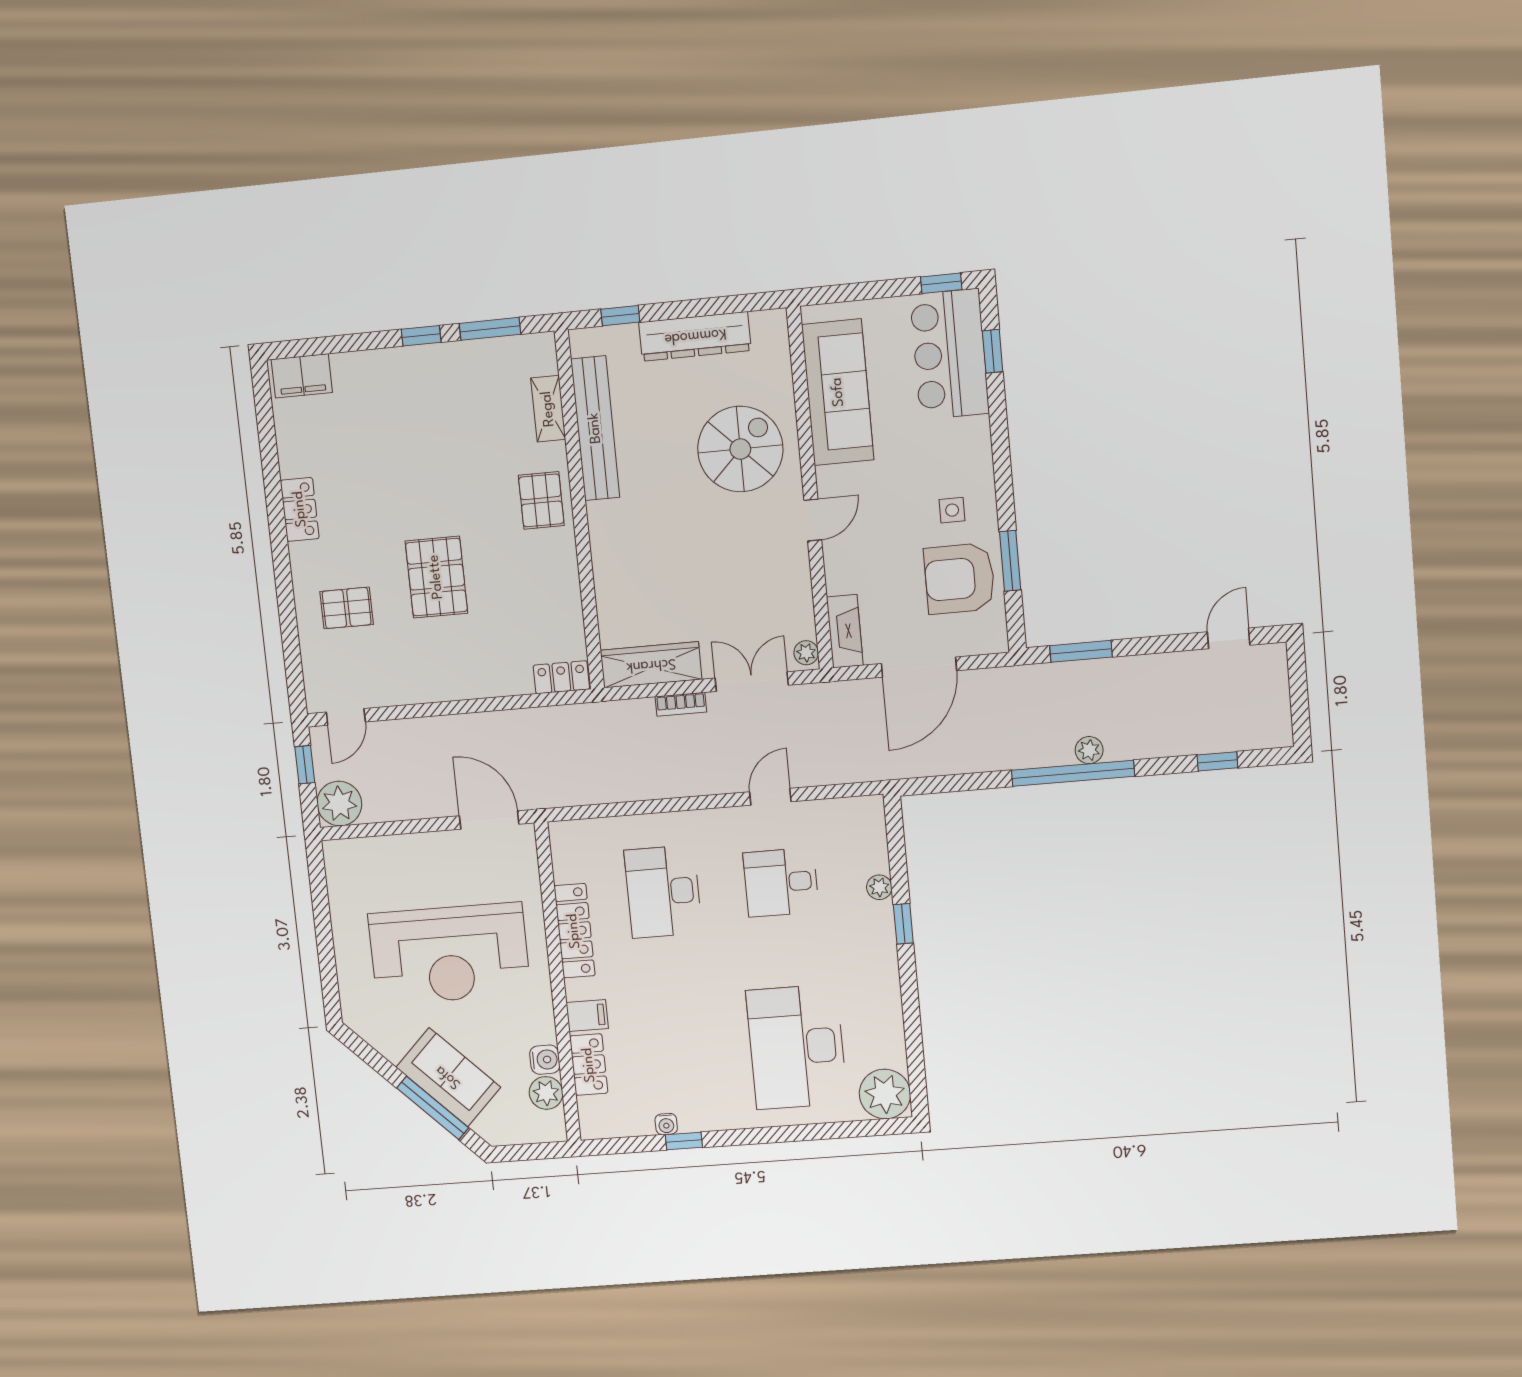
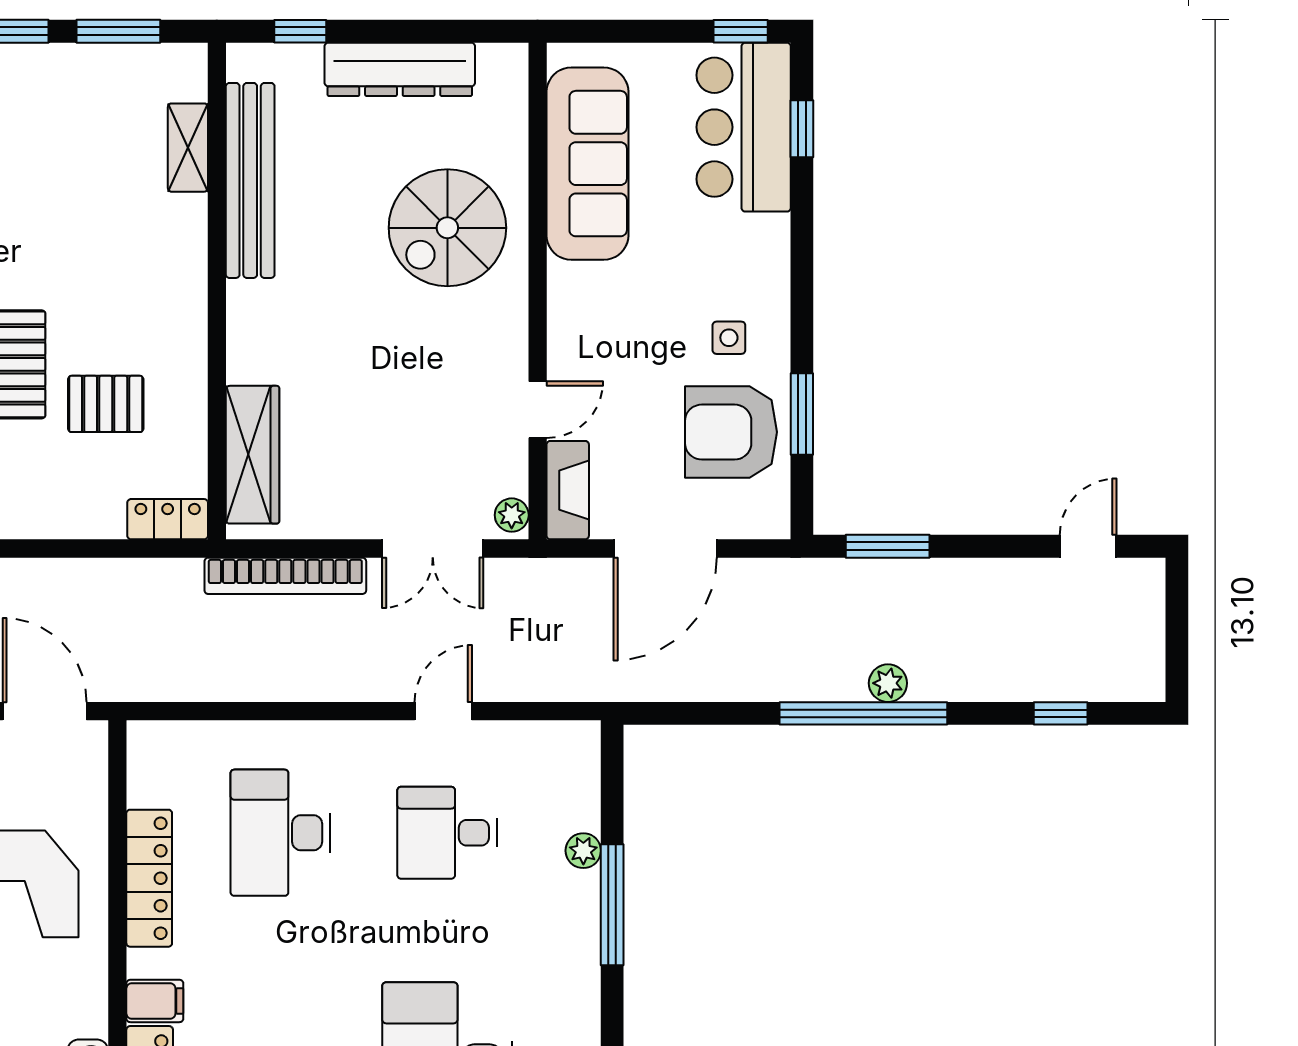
spiral stairs: (740, 449) -> (447, 228), turned 180
pallet: (541, 500) -> (106, 404), moved, turned 90
door: (813, 520) -> (538, 410), moved
wardrobe: (651, 665) -> (253, 455), moved, turned 90
double door: (752, 682) -> (433, 549), swing flipped
bookcase: (681, 704) -> (285, 576), width x2.31, depth x1.31
window: (903, 924) -> (612, 905), width x2.17

